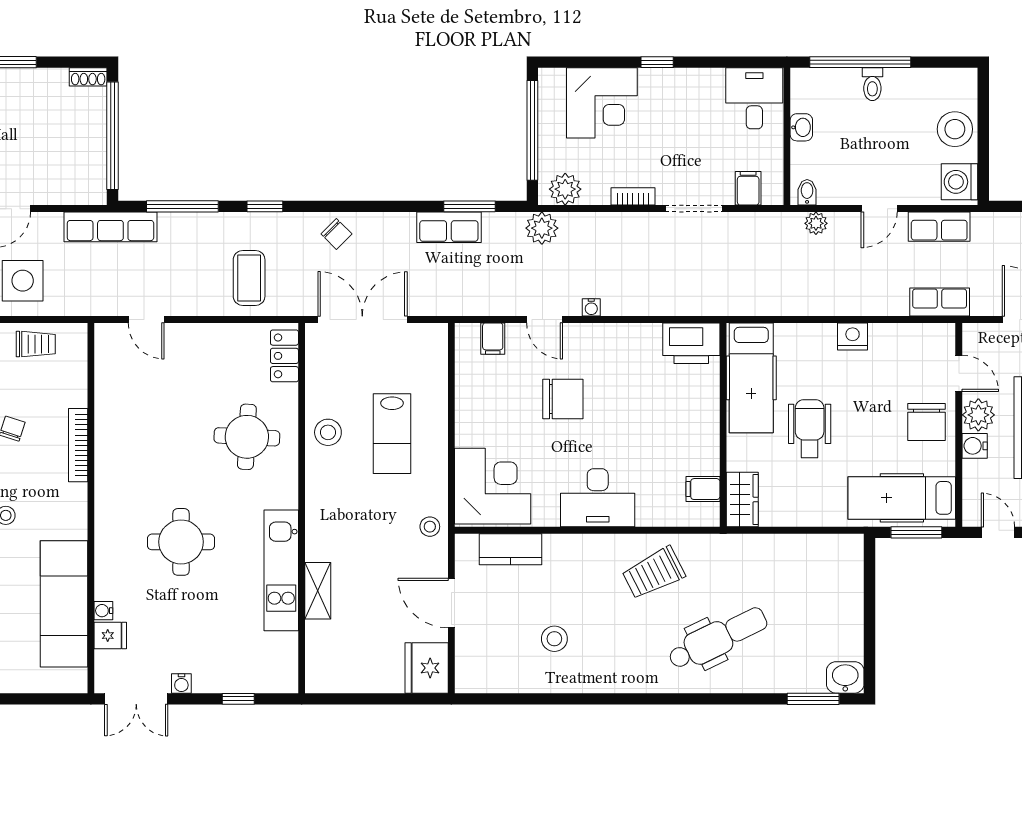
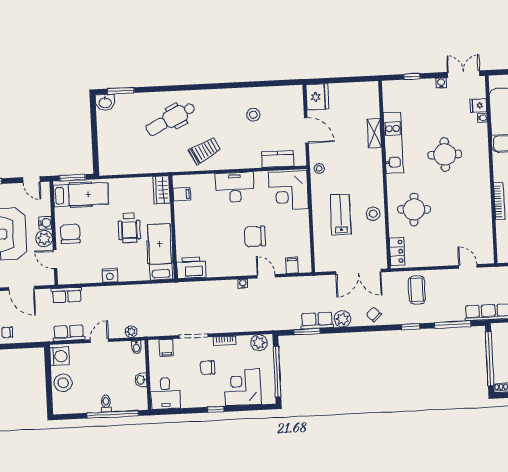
chair: (669, 145) -> (208, 368), added
plant: (542, 228) -> (343, 319), moved

